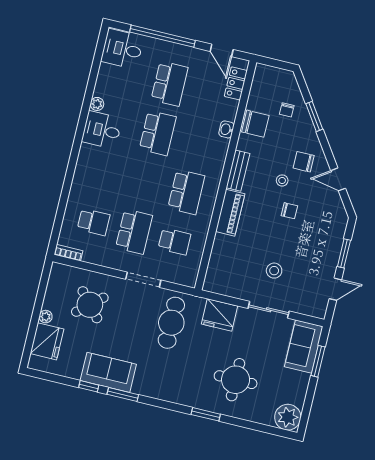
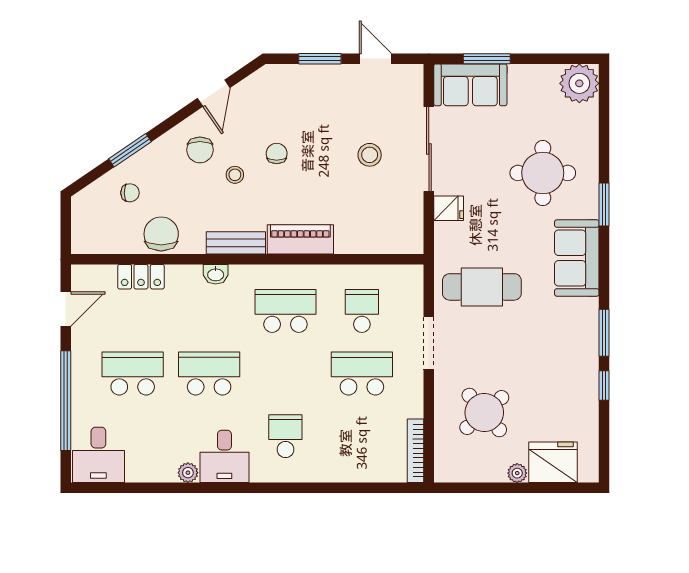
locker: (236, 83) -> (141, 277), moved
washbasin: (226, 129) -> (216, 274), moved
school desk: (94, 222) -> (285, 436), moved
bookcase: (68, 253) -> (416, 451), width x1.56
sliding door: (269, 310) -> (429, 149), width x1.37
fridge: (219, 315) -> (449, 208), width x0.53, depth x0.75
sofa: (108, 372) -> (577, 258), moved

